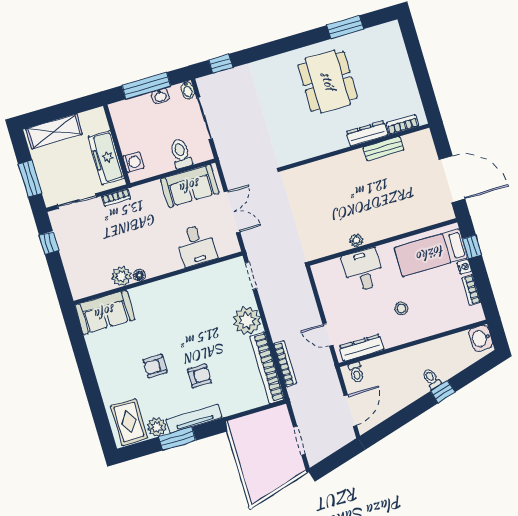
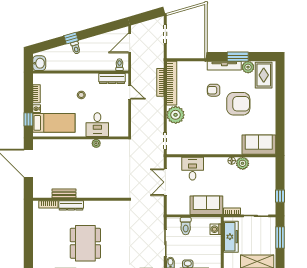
sofa: (190, 186) -> (206, 205), moved
armchair: (155, 366) -> (238, 104), width x1.88, depth x1.88

